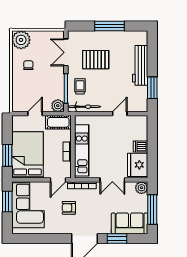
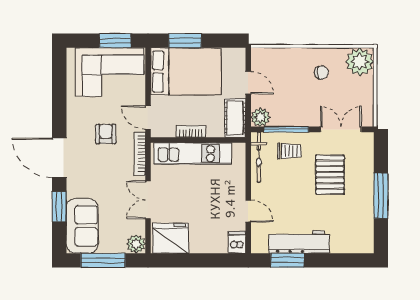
workbench: (140, 65) -> (299, 242), moved
dishwasher: (140, 147) -> (237, 242), moved

